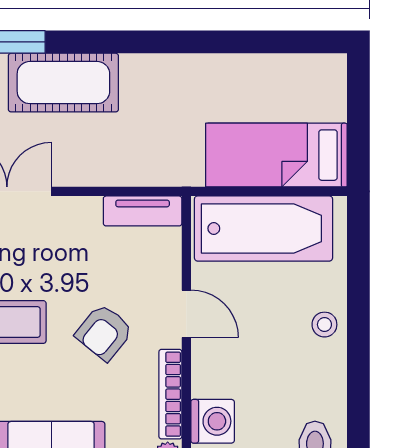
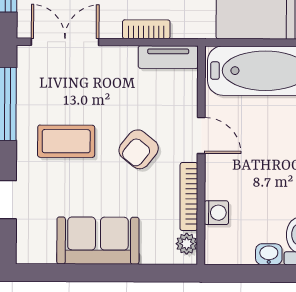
bookcase: (114, 174) -> (146, 29), added
washing machine: (213, 421) -> (216, 213), width x0.73, depth x0.73

